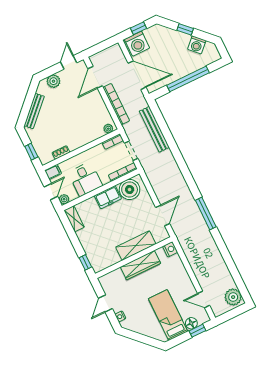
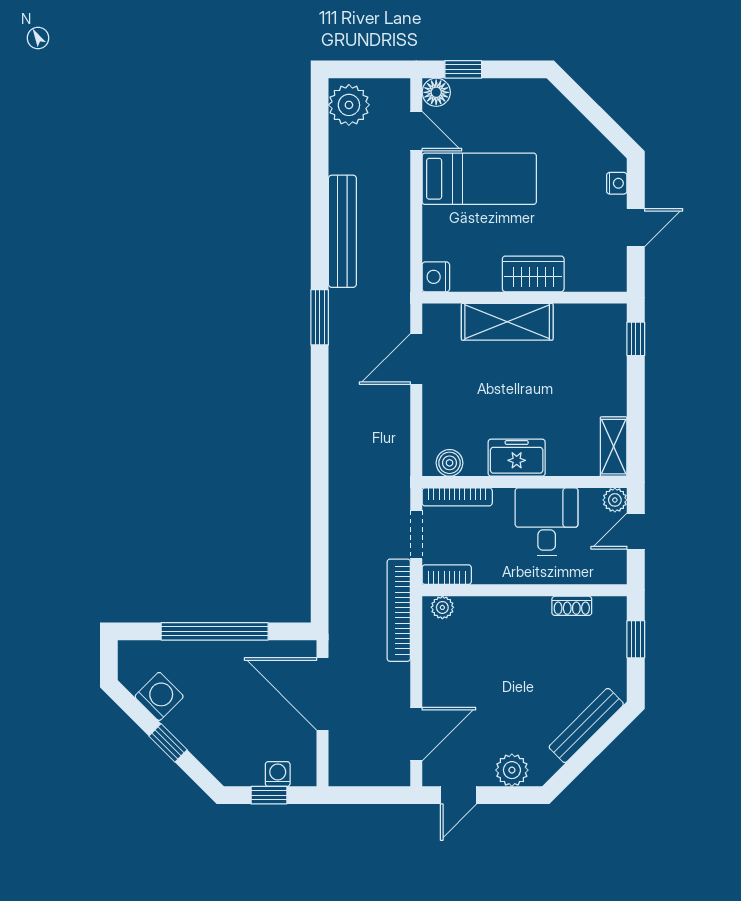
washing machine: (137, 44) -> (278, 774), width x0.53, depth x0.53
bookcase: (116, 104) -> (399, 610), moved
bench: (154, 129) -> (342, 231), moved
filing cabinet: (53, 172) -> (610, 572), removed
boiler: (130, 190) -> (450, 463), width x0.54, depth x0.54
window: (206, 213) -> (320, 317), width x0.69
wardrobe: (141, 265) -> (533, 274), width x0.67
bed: (168, 315) -> (479, 179), moved, turned -90
floor lamp: (191, 323) -> (436, 92), moved

